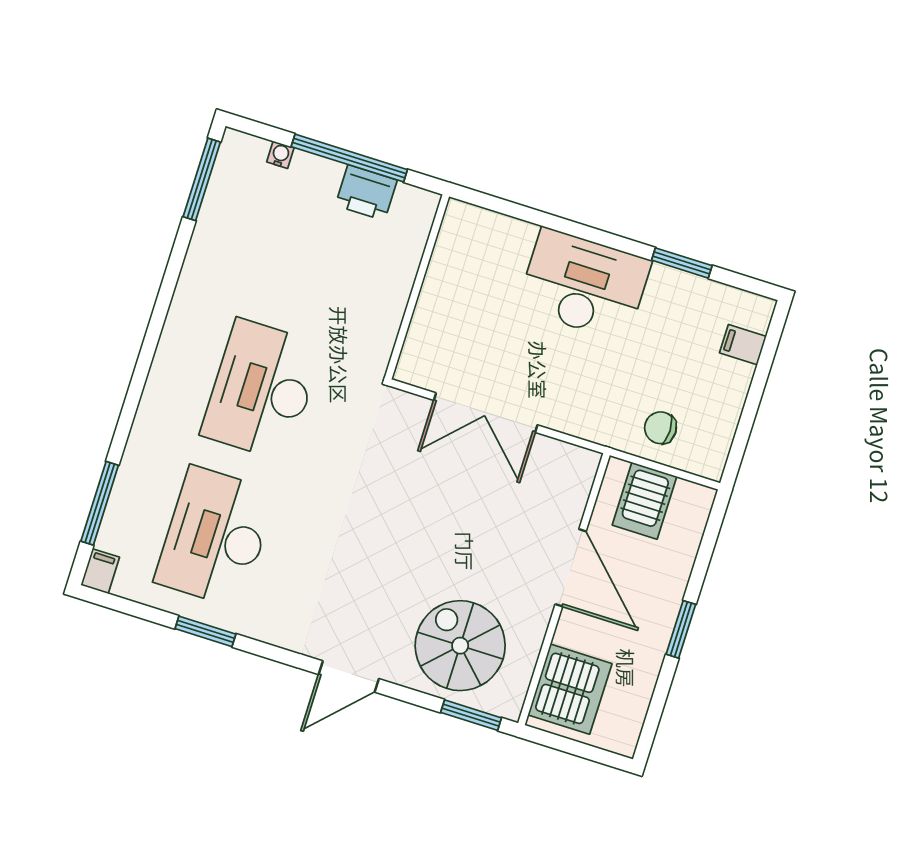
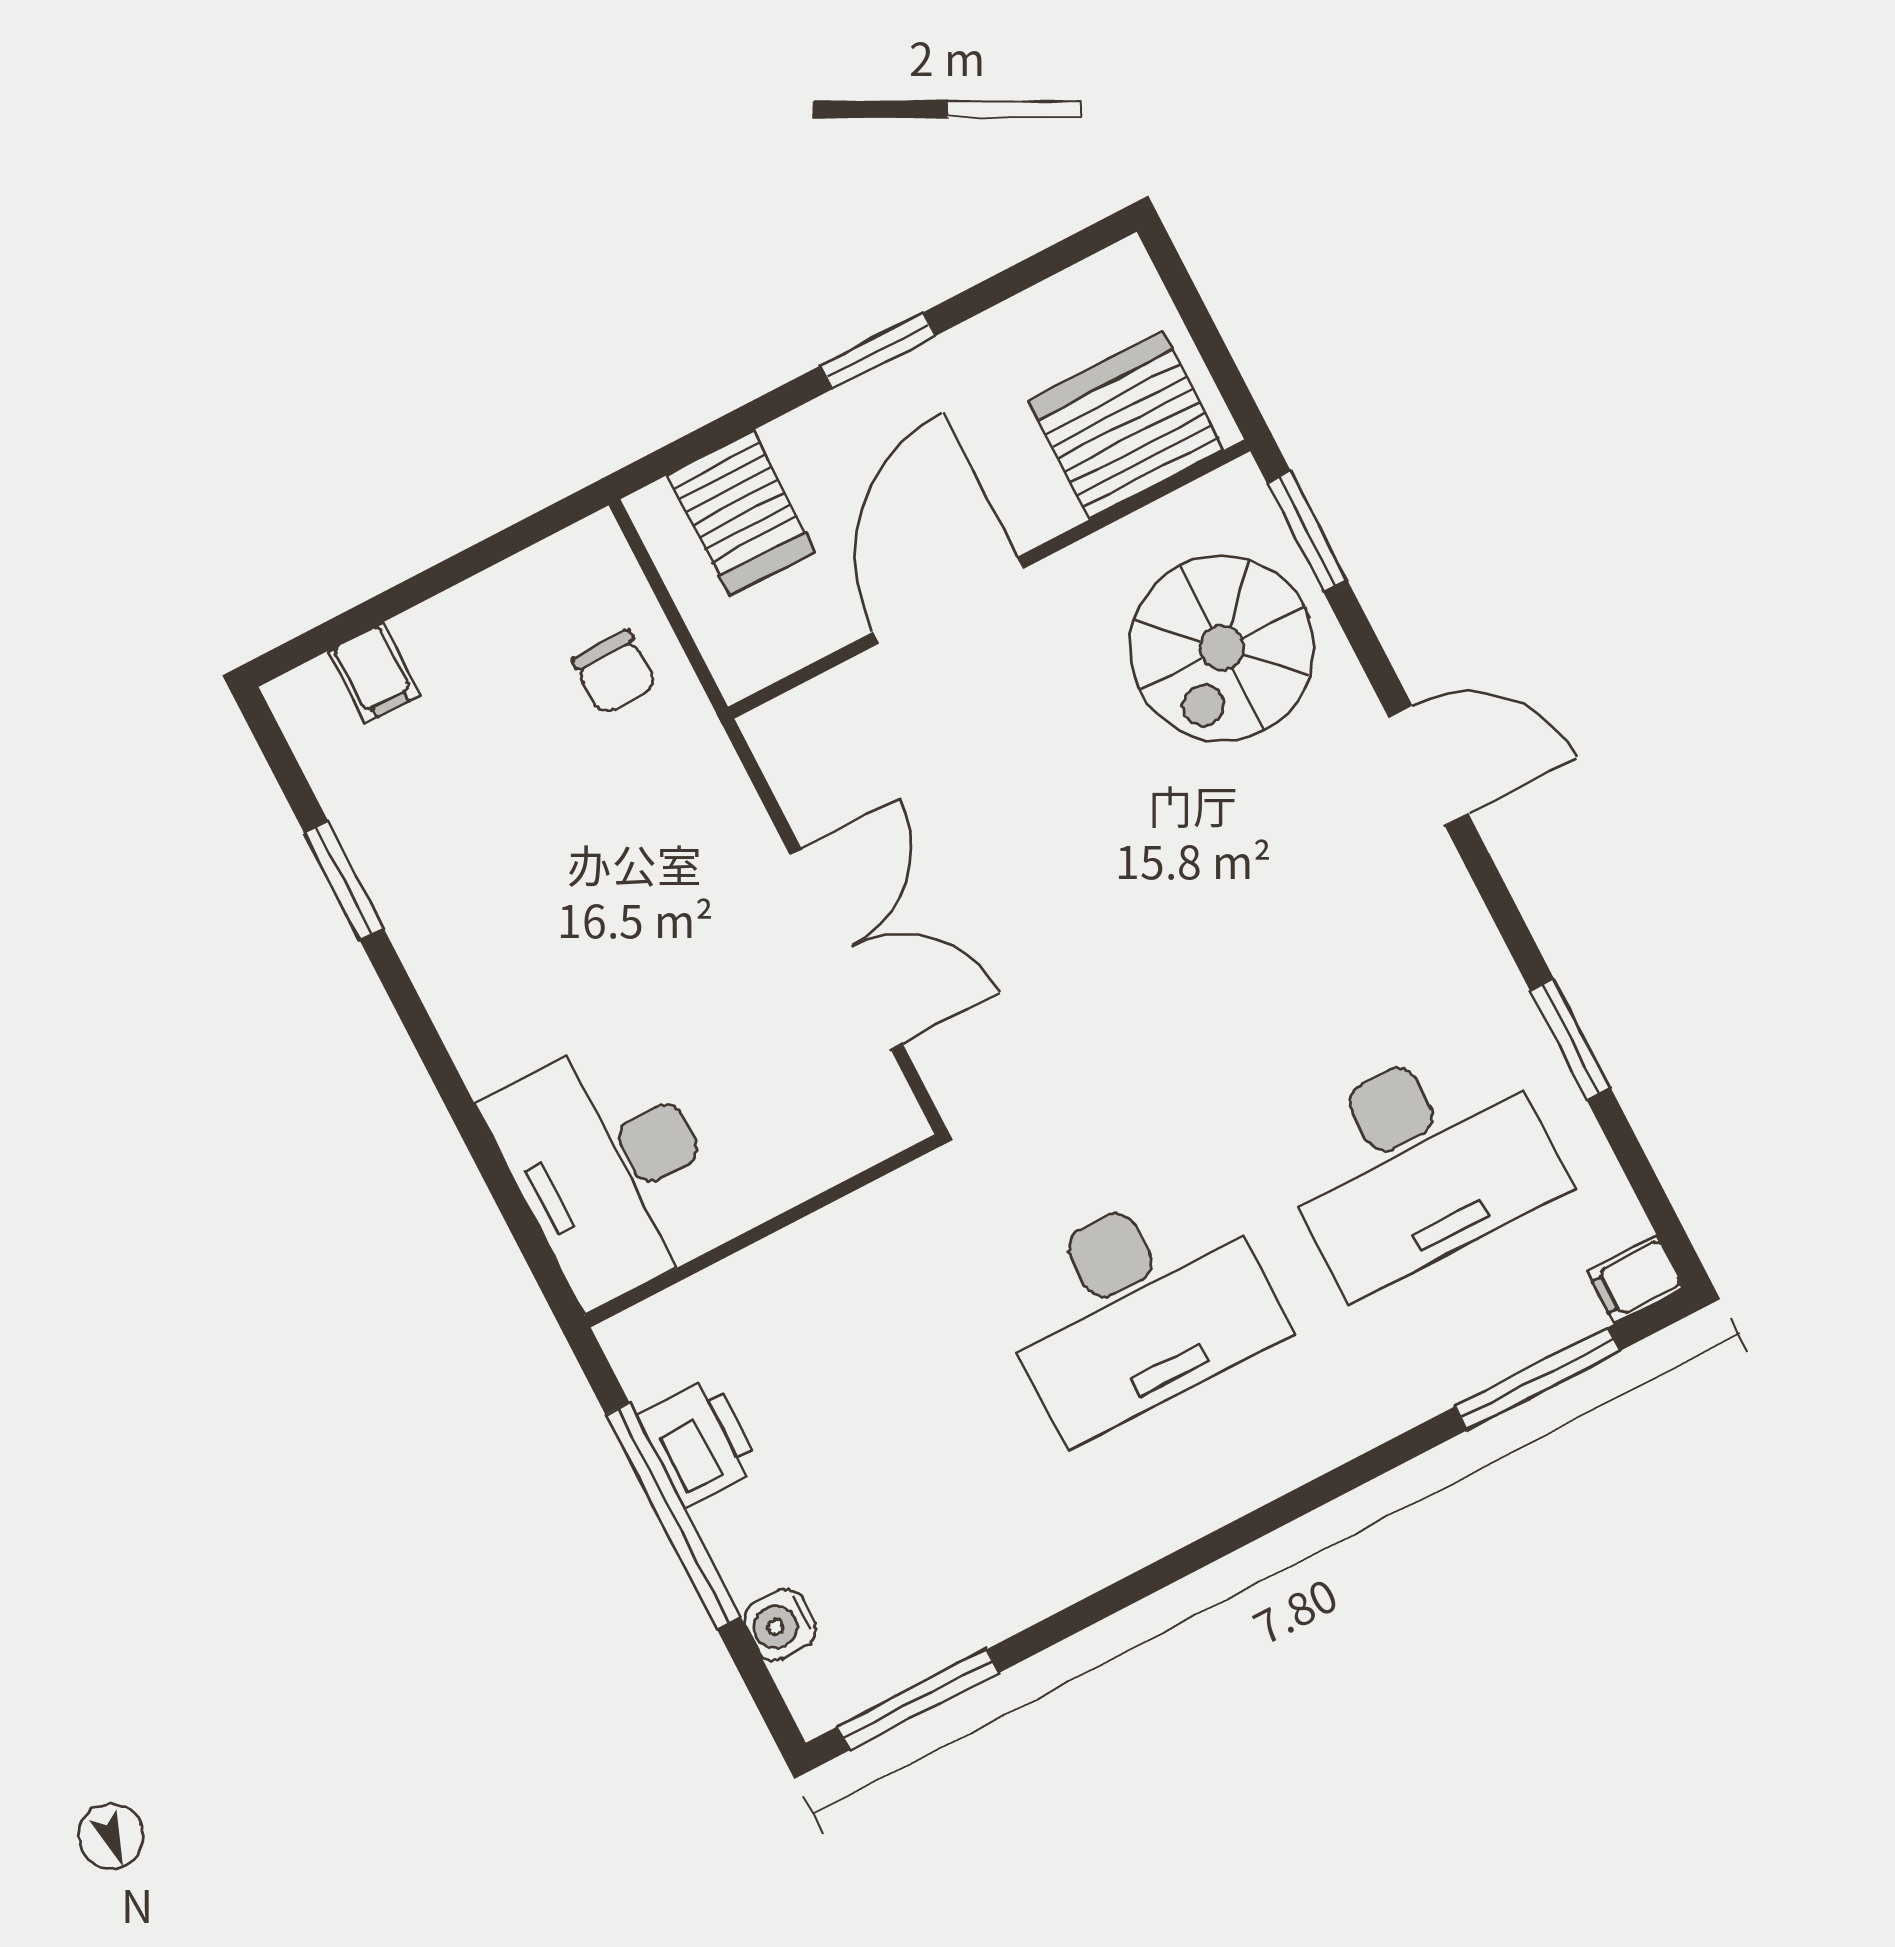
water cooler: (280, 155) -> (780, 1625), width x1.38, depth x1.38
desk: (584, 285) -> (609, 1168), moved
server rack: (645, 501) -> (741, 513), moved, turned 90

